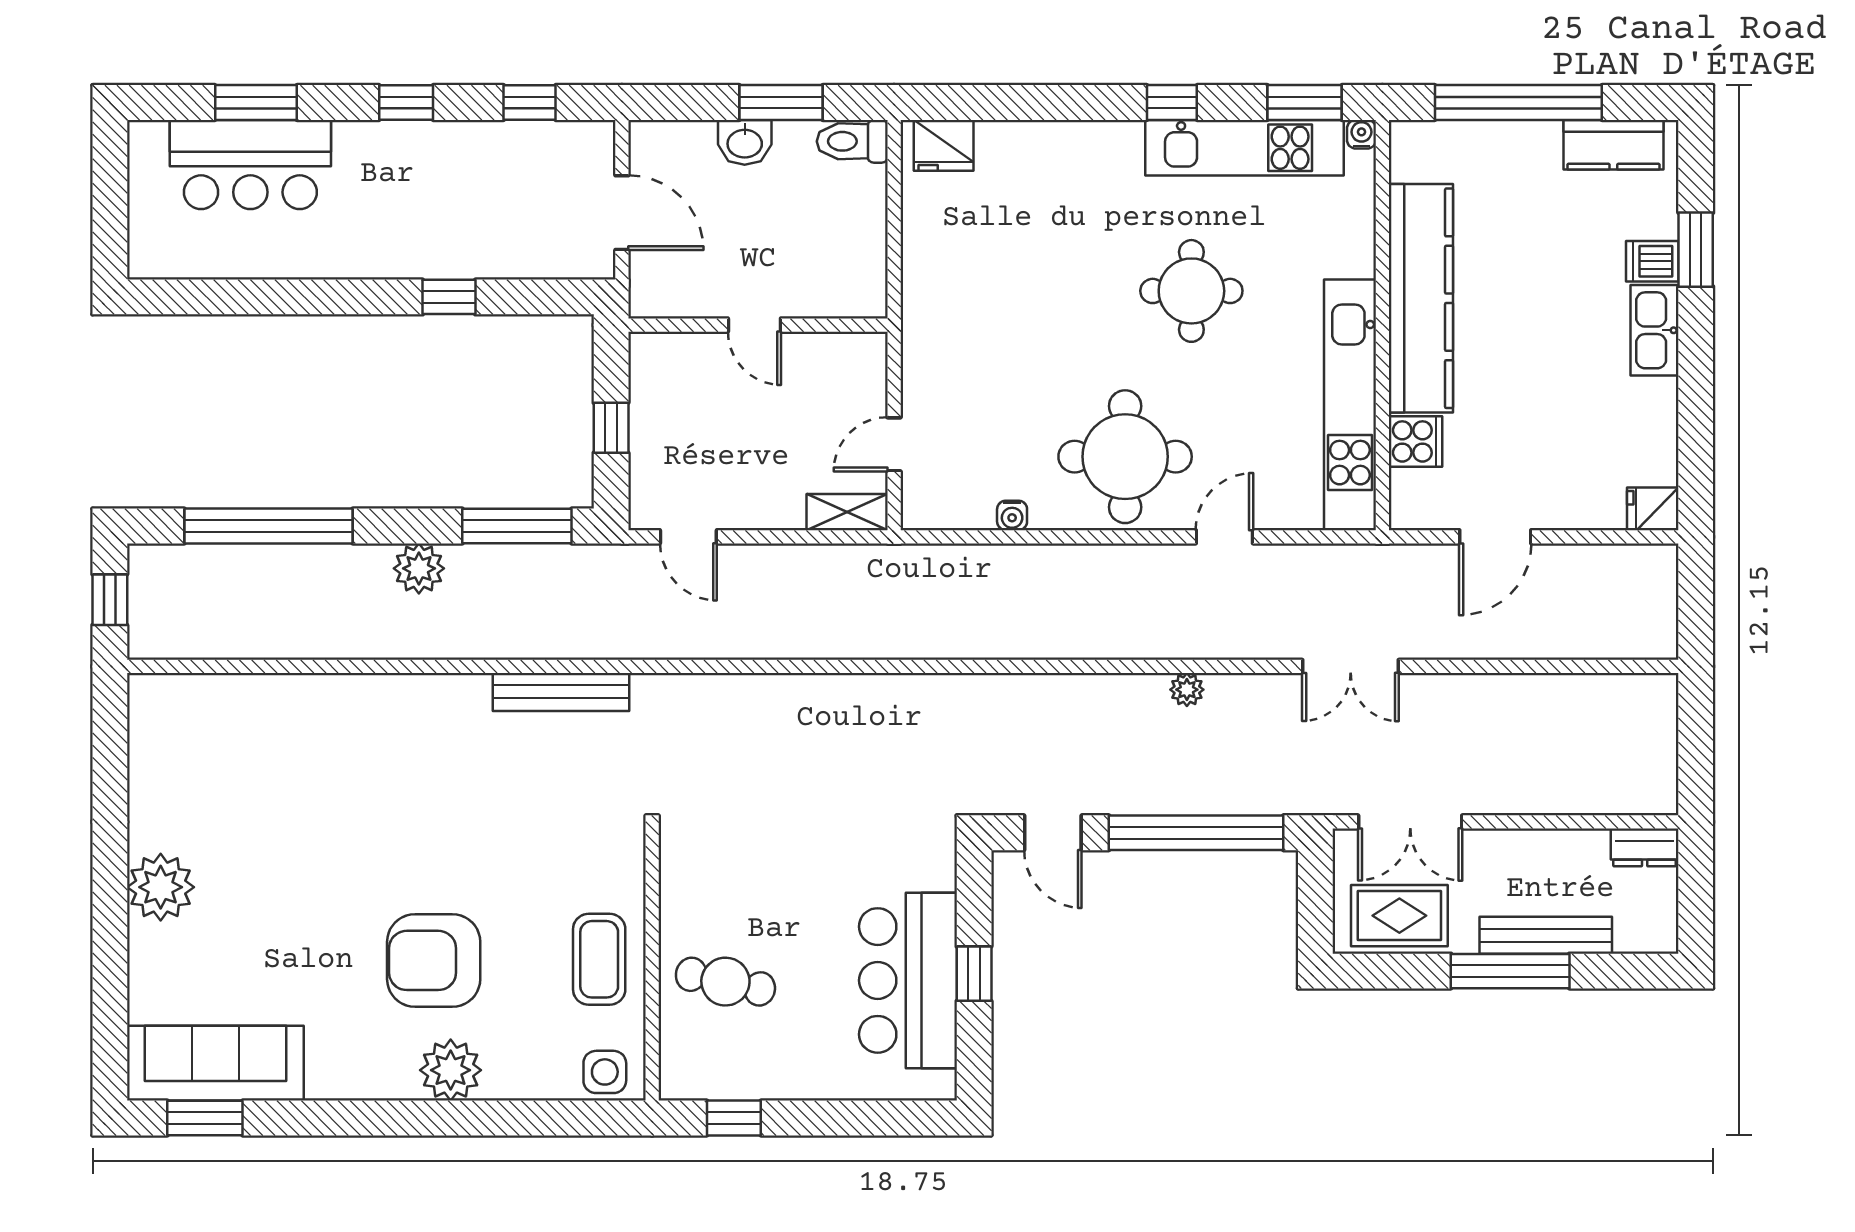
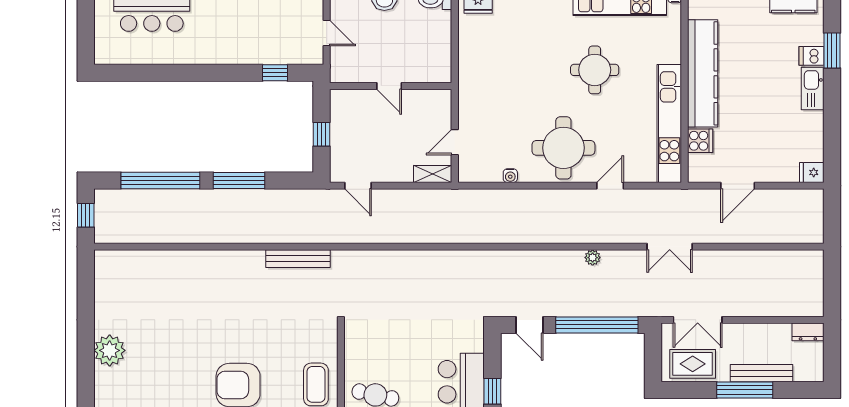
door: (622, 213) -> (327, 33), width x0.73
window: (449, 297) -> (275, 73), moved
window: (517, 526) -> (239, 181), moved
plant: (419, 568) -> (231, 201), removed

